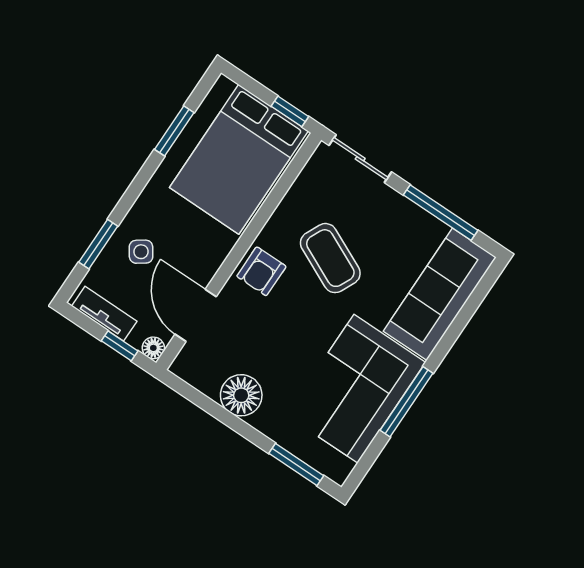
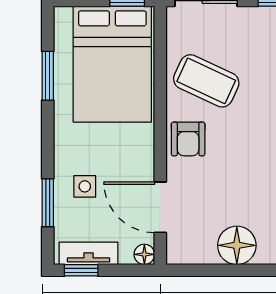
side table: (141, 252) -> (85, 186), turned 35
coffee table: (330, 258) -> (206, 81), moved
window: (120, 346) -> (81, 270), moved

